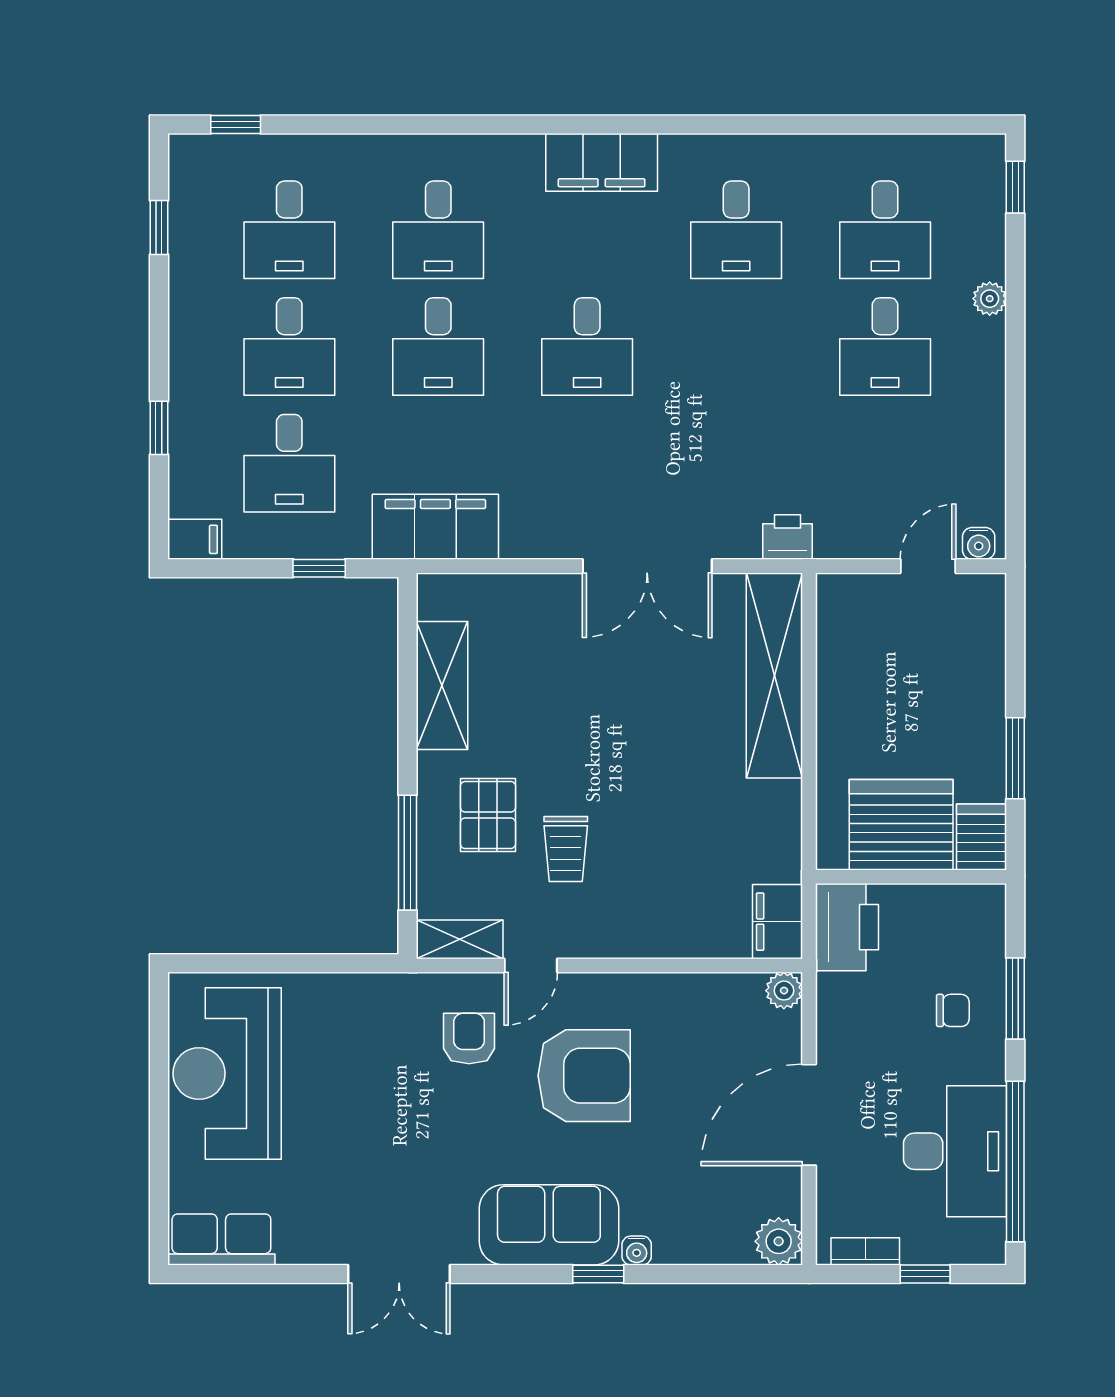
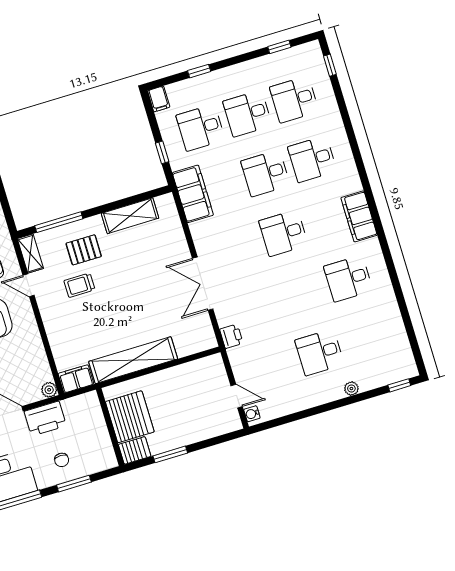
desk: (885, 230) -> (366, 338), removed
shelving: (774, 676) -> (133, 360), moved
printer: (847, 927) -> (45, 419), moved

